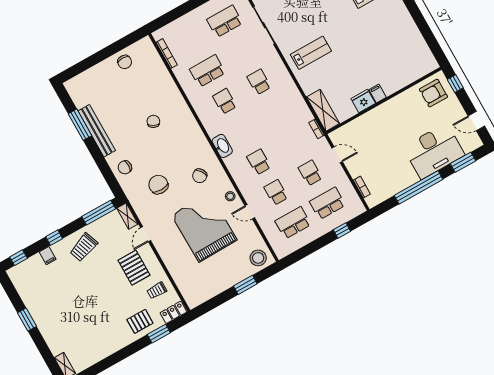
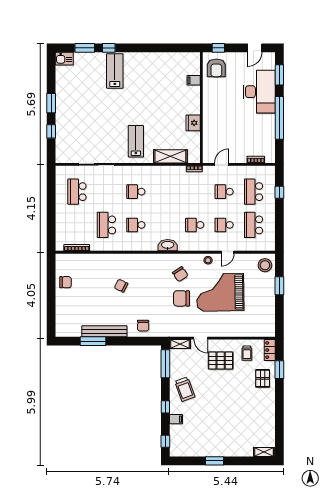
filing cabinet: (378, 93) -> (194, 80), moved
shelving: (323, 110) -> (170, 156), moved
chair: (158, 185) -> (181, 298), moved

